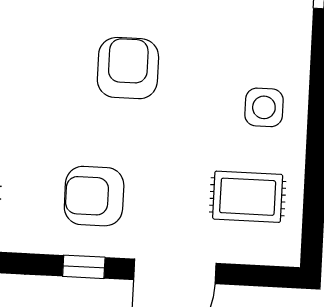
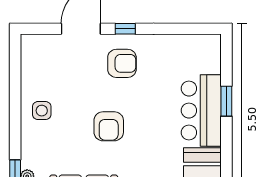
rug: (248, 197) -> (47, 67), removed

